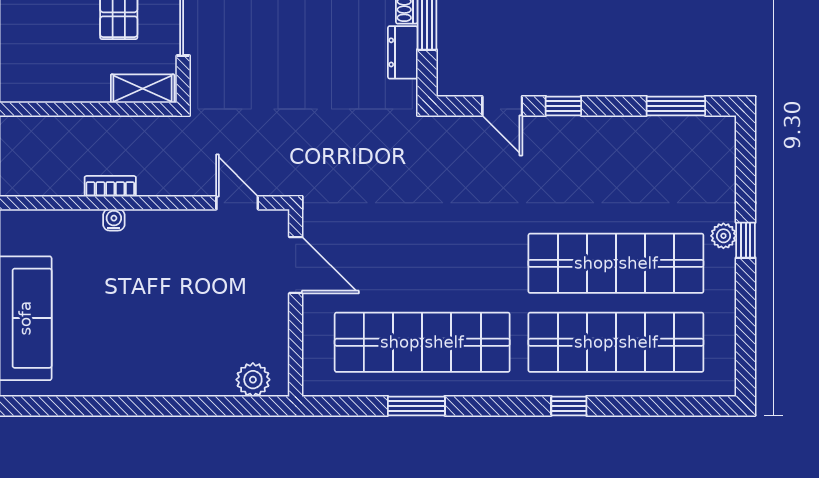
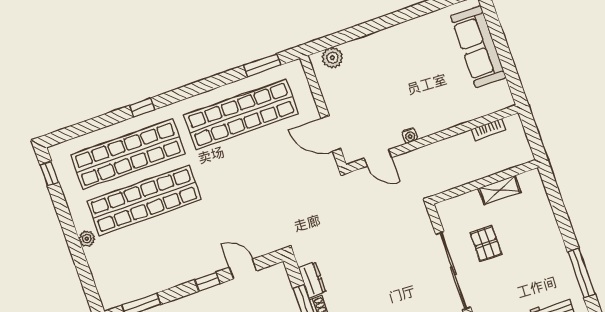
shelving: (143, 89) -> (500, 190), moved
bookcase: (110, 186) -> (489, 130), moved
water cooler: (114, 220) -> (410, 135), moved
window: (746, 240) -> (49, 174), moved
window: (416, 406) -> (262, 65), moved

